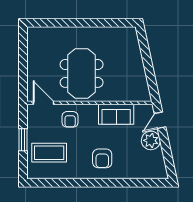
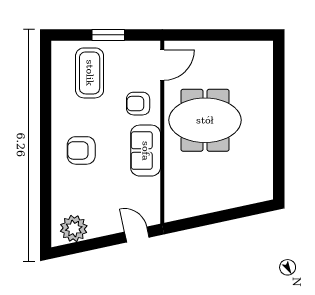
sofa: (116, 114) -> (146, 151), moved
plant: (151, 140) -> (74, 229), moved

